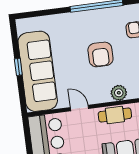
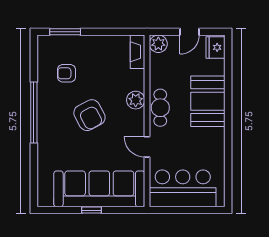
armchair: (100, 54) -> (89, 115), turned 62
door: (79, 108) -> (147, 147), hinge flipped

